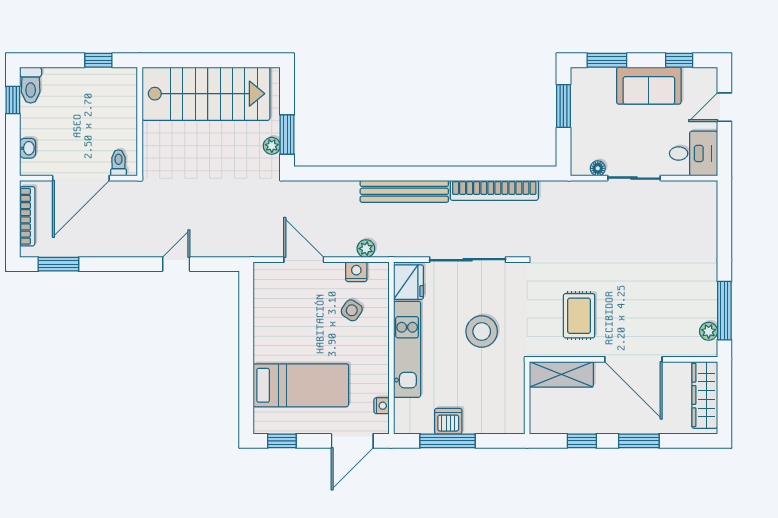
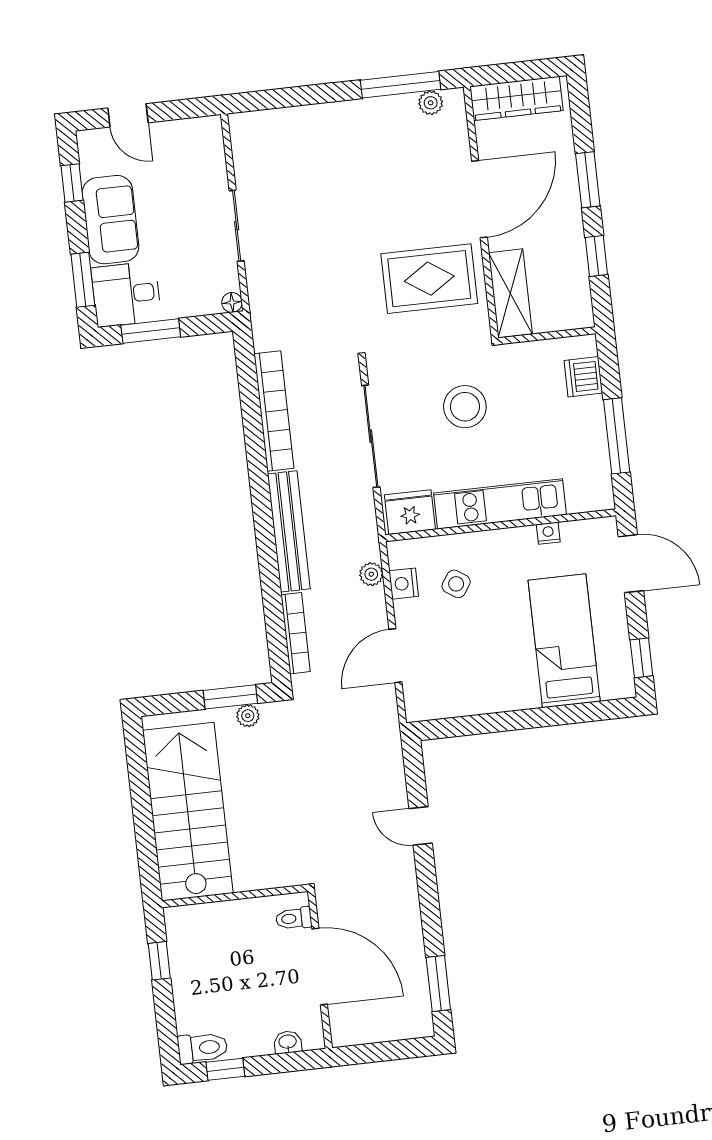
desk: (693, 153) -> (126, 294), moved, turned -90
floor lamp: (598, 168) -> (232, 302), moved
bookcase: (27, 216) -> (296, 633), moved, turned 90
rug: (579, 316) -> (429, 279), width x1.36, depth x1.43
nightstand: (381, 406) -> (548, 533), moved
dishwasher: (448, 421) -> (583, 377), moved

